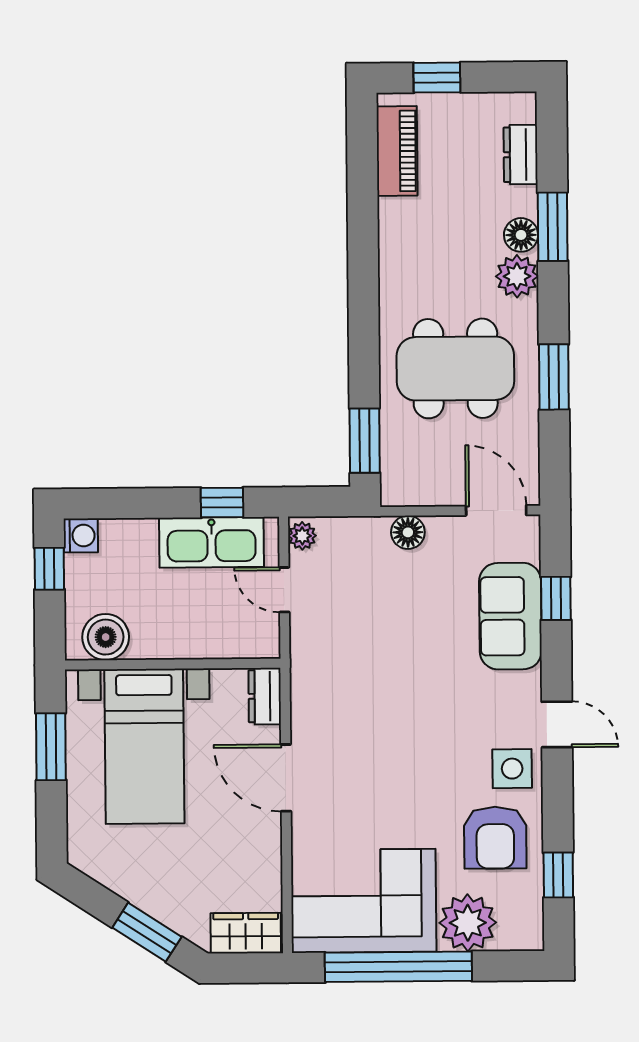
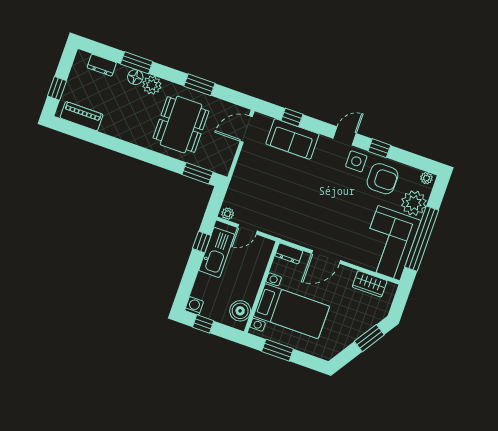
floor lamp: (408, 532) -> (242, 169), removed
window: (558, 875) -> (379, 148), moved
plant: (530, 930) -> (426, 178), added
wardrobe: (246, 933) -> (370, 284), moved, turned -90

